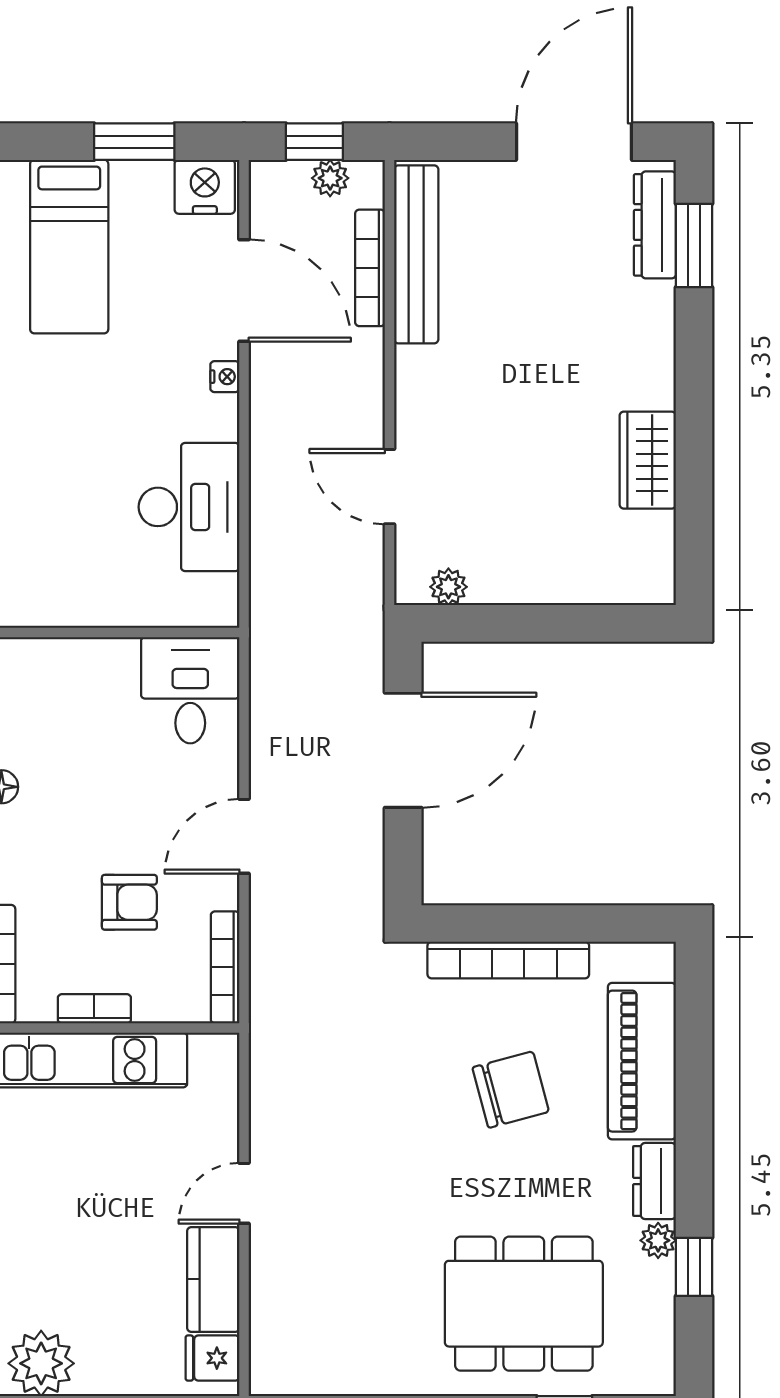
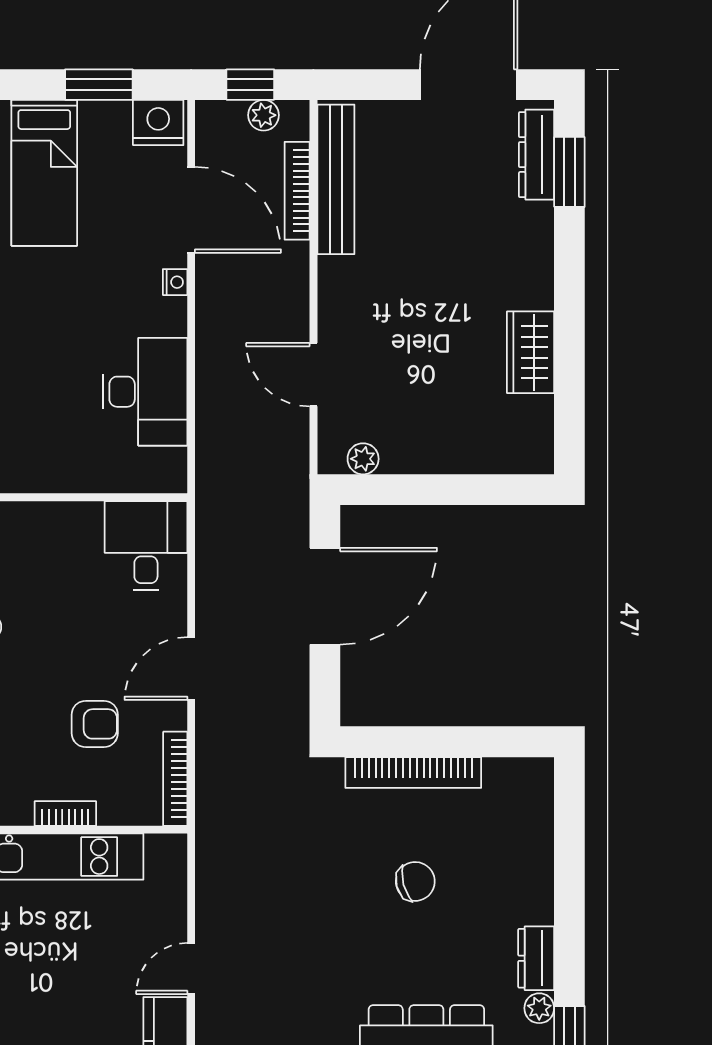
piano: (642, 1061) -> (526, 857), removed
chair: (511, 1090) -> (415, 881), width x0.73, depth x0.73

